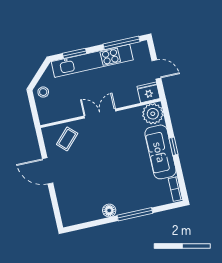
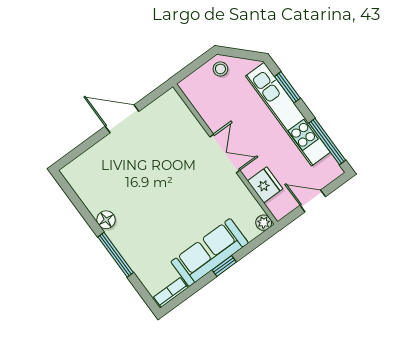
door: (156, 69) -> (313, 201), swing flipped
fridge: (148, 92) -> (265, 185), moved
plant: (153, 114) -> (264, 223), width x0.53, depth x0.53
coffee table: (67, 139) -> (174, 126), removed
door: (48, 171) -> (122, 119), hinge flipped

